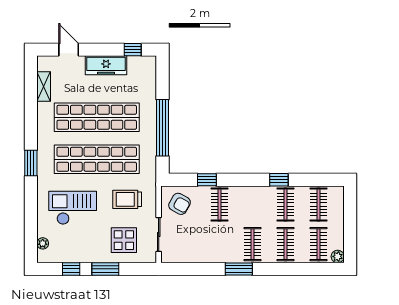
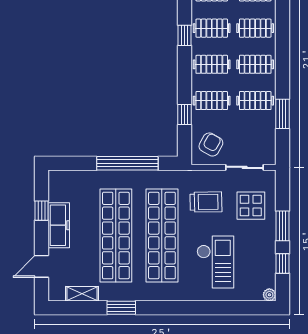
window: (133, 50) -> (42, 211), moved
window: (31, 163) -> (121, 308), moved
trolley: (127, 199) -> (206, 202), turned -91
clothes rail: (253, 205) -> (212, 64), added
checkout: (73, 208) -> (215, 262), turned 180
plant: (43, 243) -> (269, 295), moved
clothes rail: (220, 244) -> (255, 101), added
window: (239, 269) -> (282, 114), moved

